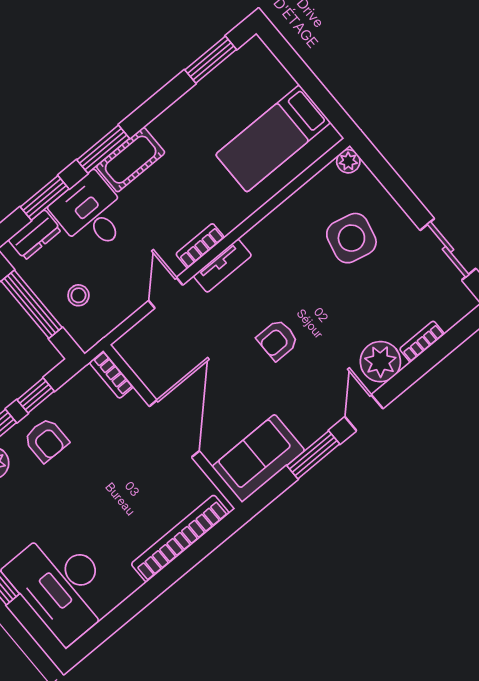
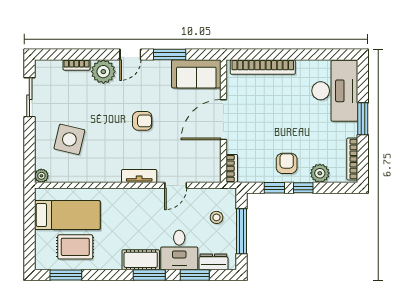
rug: (229, 106) -> (75, 247), added
bookcase: (200, 246) -> (142, 194), removed

